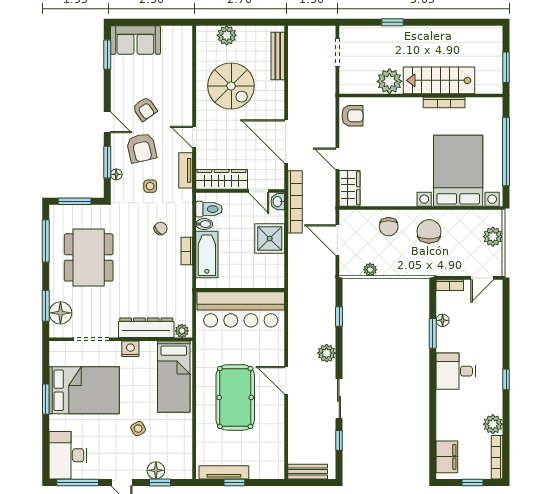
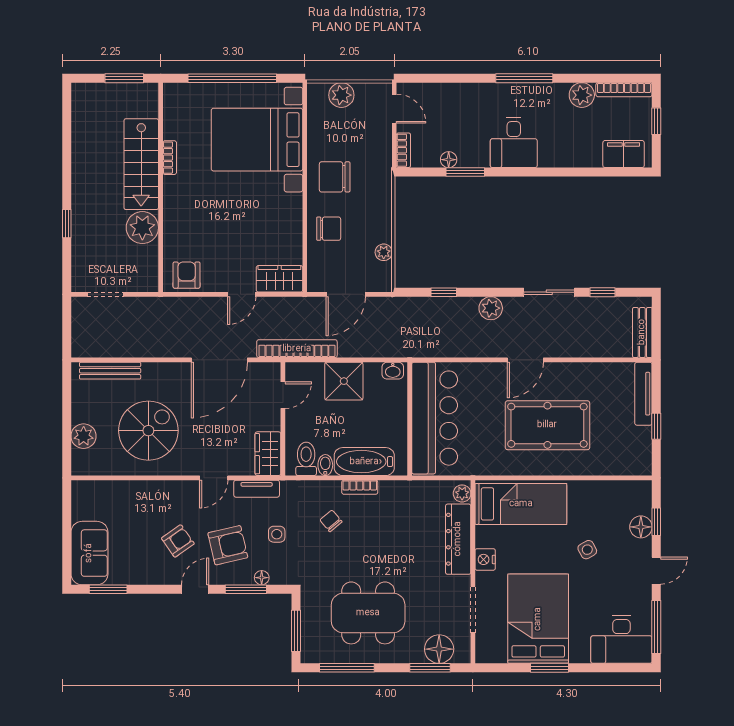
bookcase: (444, 103) -> (170, 158), width x0.64
wardrobe: (222, 179) -> (268, 454), width x0.67
washbasin: (278, 202) -> (393, 371), moved
window: (506, 379) -> (524, 78), width x2.17
tv unit: (224, 472) -> (643, 394), moved

